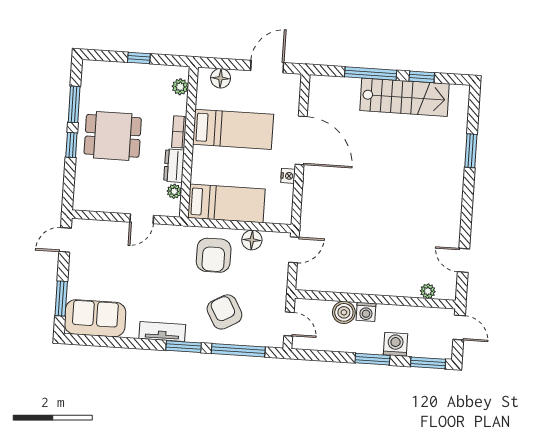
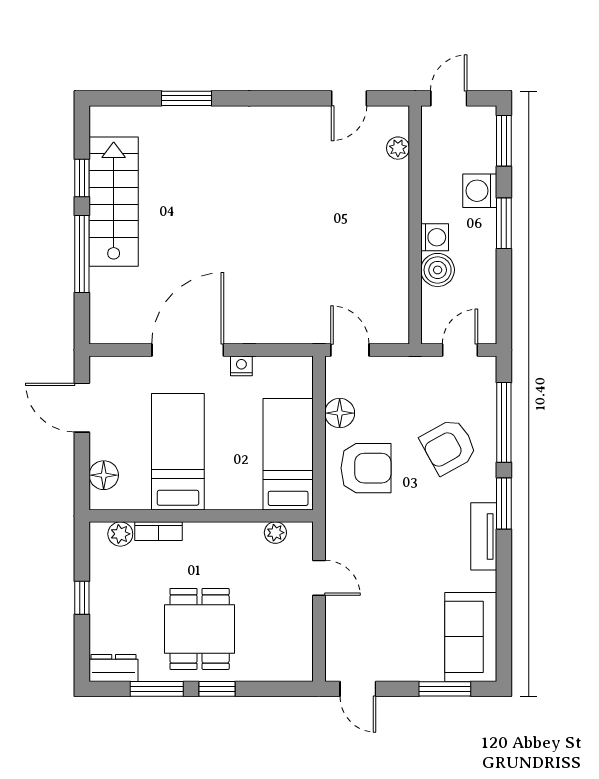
bookcase: (179, 132) -> (159, 531), moved
dresser: (174, 166) -> (114, 668), moved, turned 180

